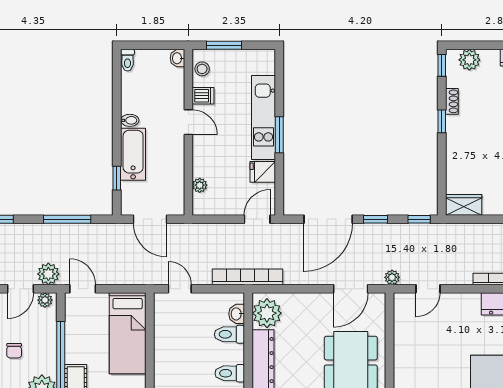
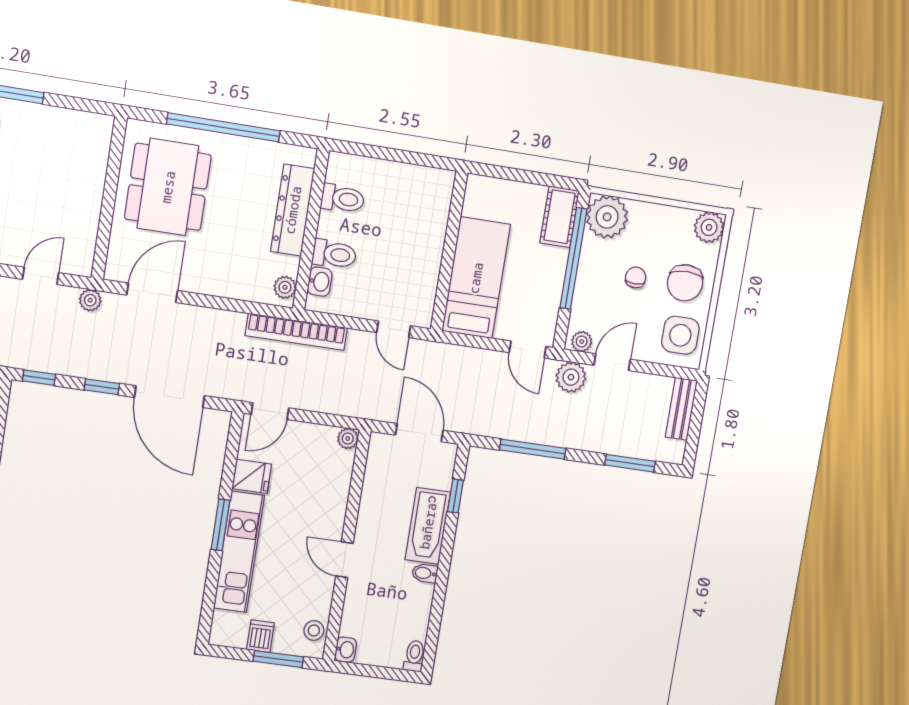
dishwasher: (203, 96) -> (260, 636), moved, turned 90
plant: (200, 185) -> (348, 438), moved
door: (328, 219) -> (169, 397), swing flipped
plant: (267, 313) -> (285, 287), width x0.53, depth x0.53

